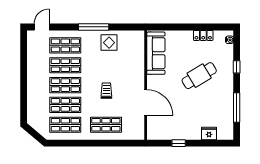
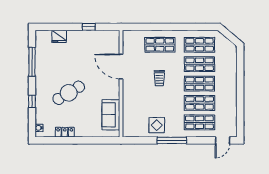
sofa: (156, 53) -> (111, 115), width x0.73

